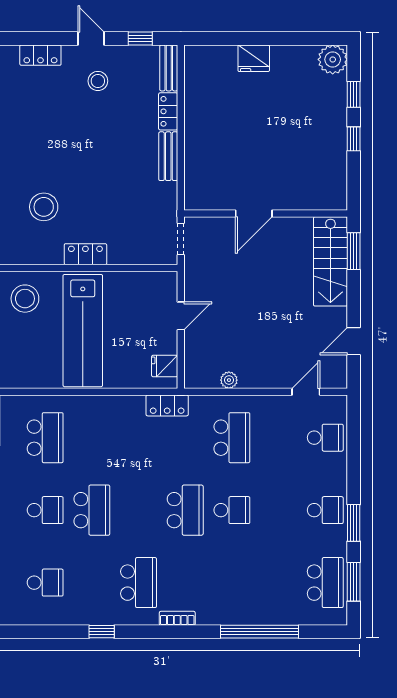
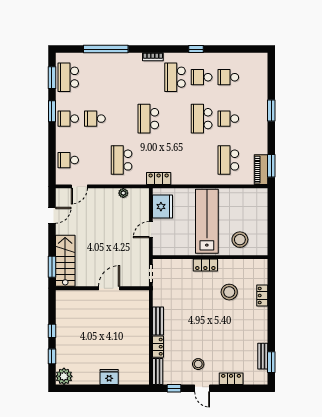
fridge: (165, 366) -> (163, 207), width x1.88, depth x1.34
school desk: (232, 510) -> (95, 119), moved
school desk: (92, 583) -> (202, 77), added

